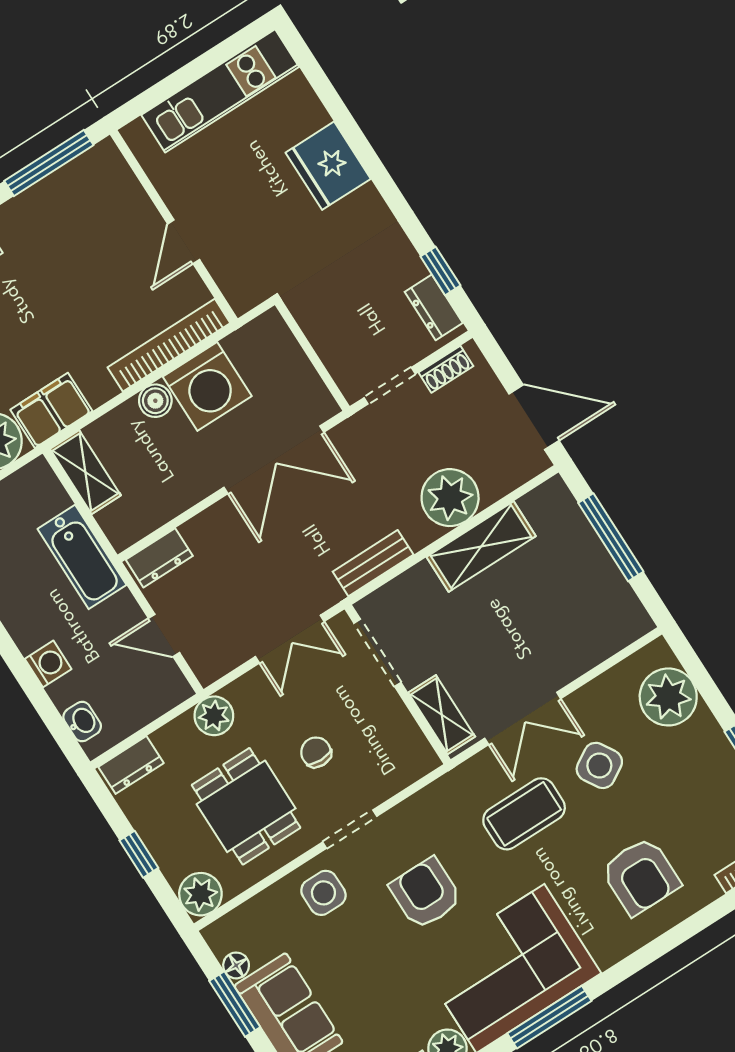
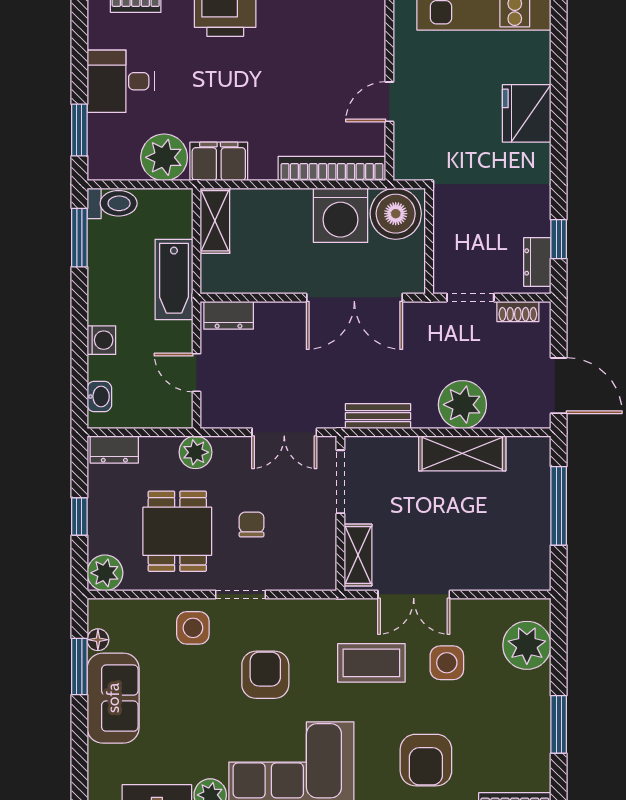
boiler: (155, 401) -> (396, 214), moved, width x1.86, depth x1.86
side table: (599, 765) -> (447, 663), turned 31

